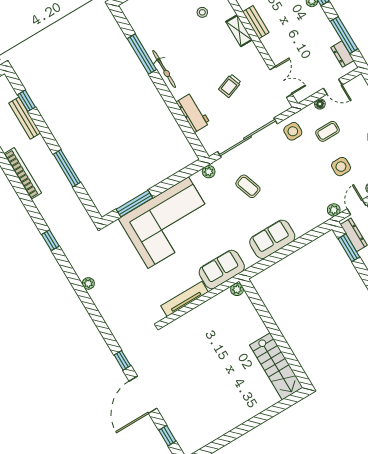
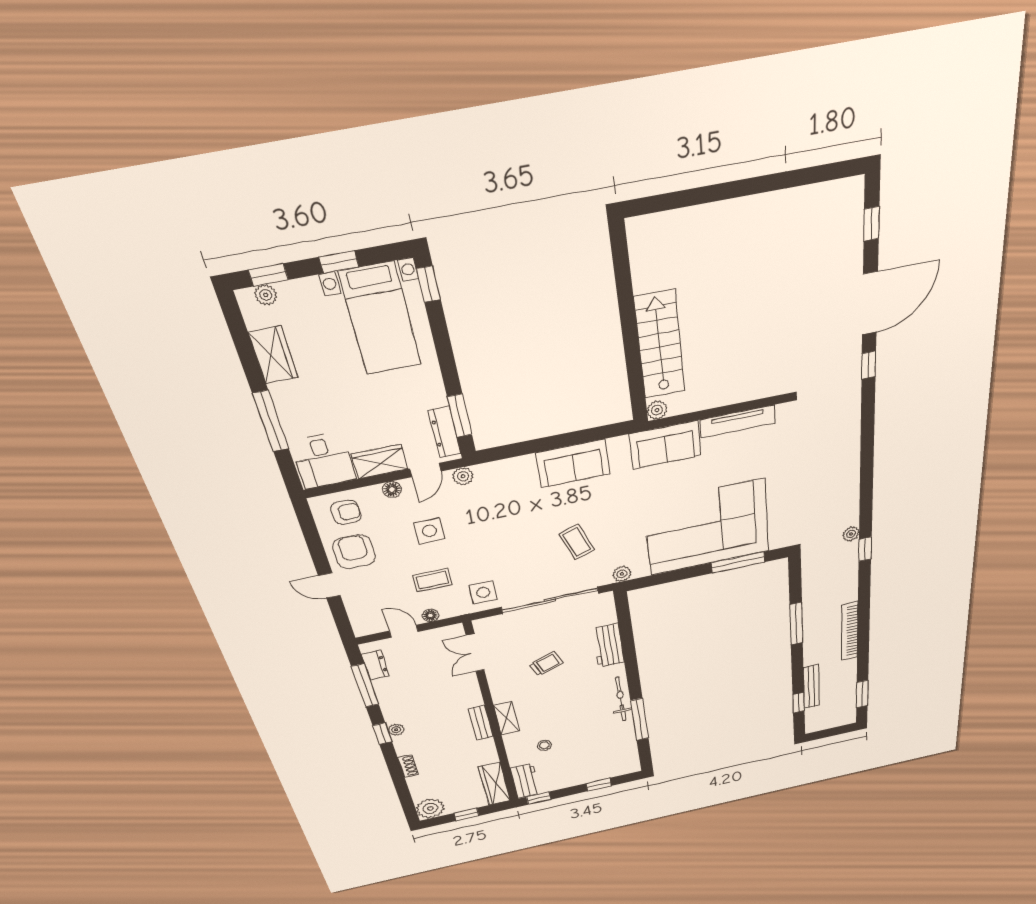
plant: (88, 283) -> (851, 534), moved
stairs: (276, 366) -> (660, 345), moved

